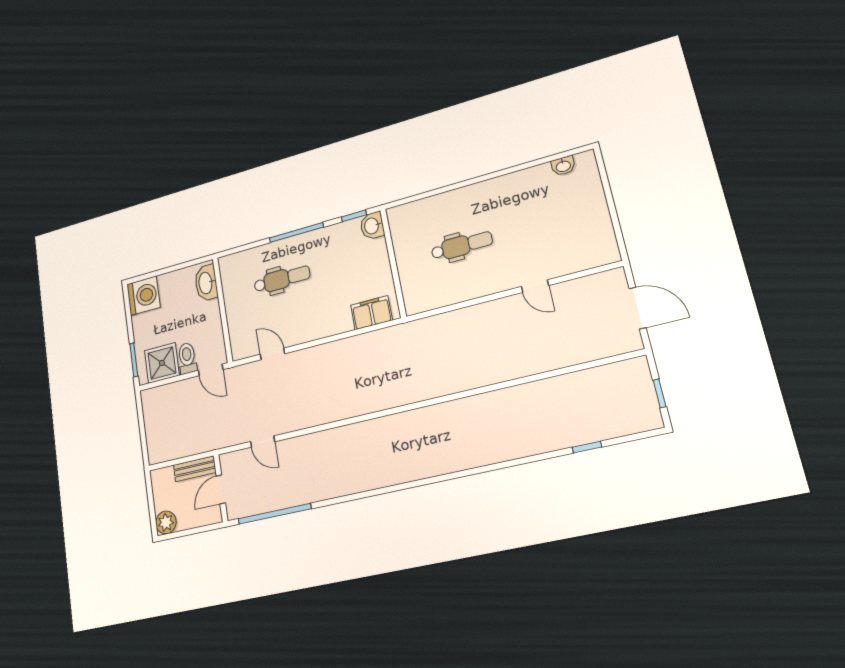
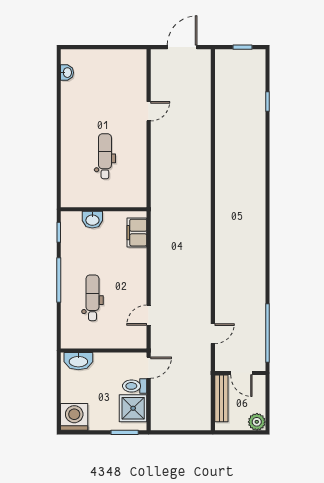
washbasin: (372, 226) -> (92, 220), moved
bench: (195, 469) -> (221, 398), width x1.36

